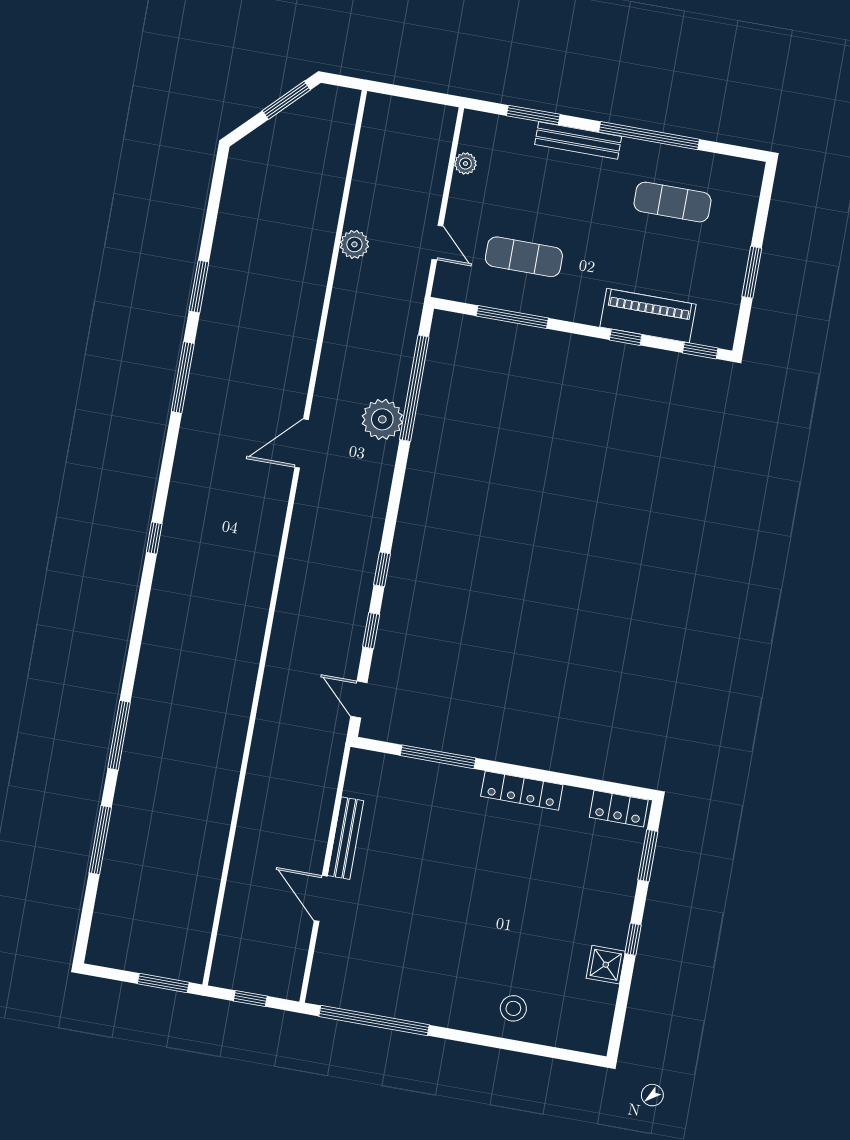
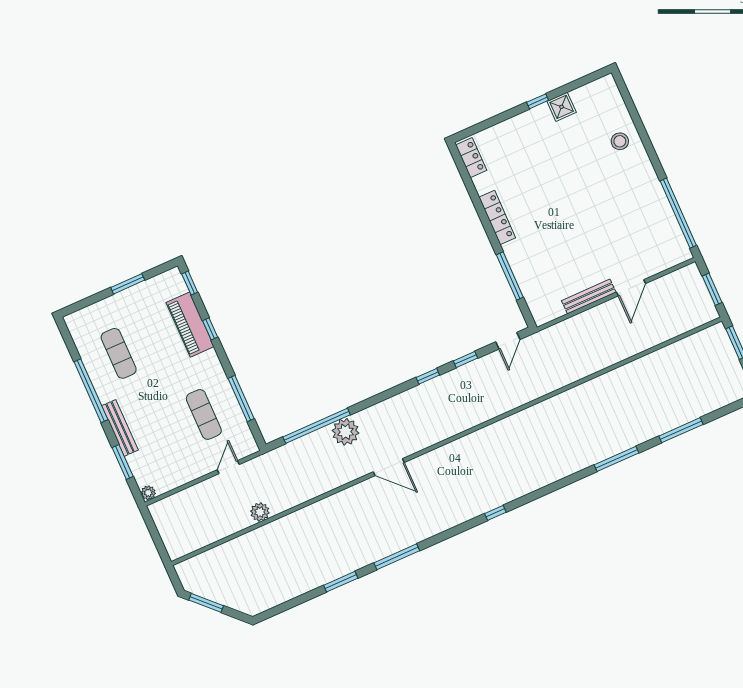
plant: (465, 163) -> (148, 493), moved
window: (648, 856) -> (486, 124), removed
window: (250, 999) -> (712, 289), width x1.50

